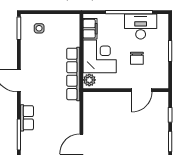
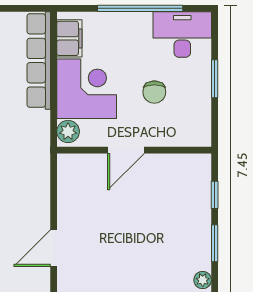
desk: (141, 27) -> (182, 34), moved
row of seats: (73, 74) -> (39, 61), moved
door: (142, 90) -> (126, 150), moved

